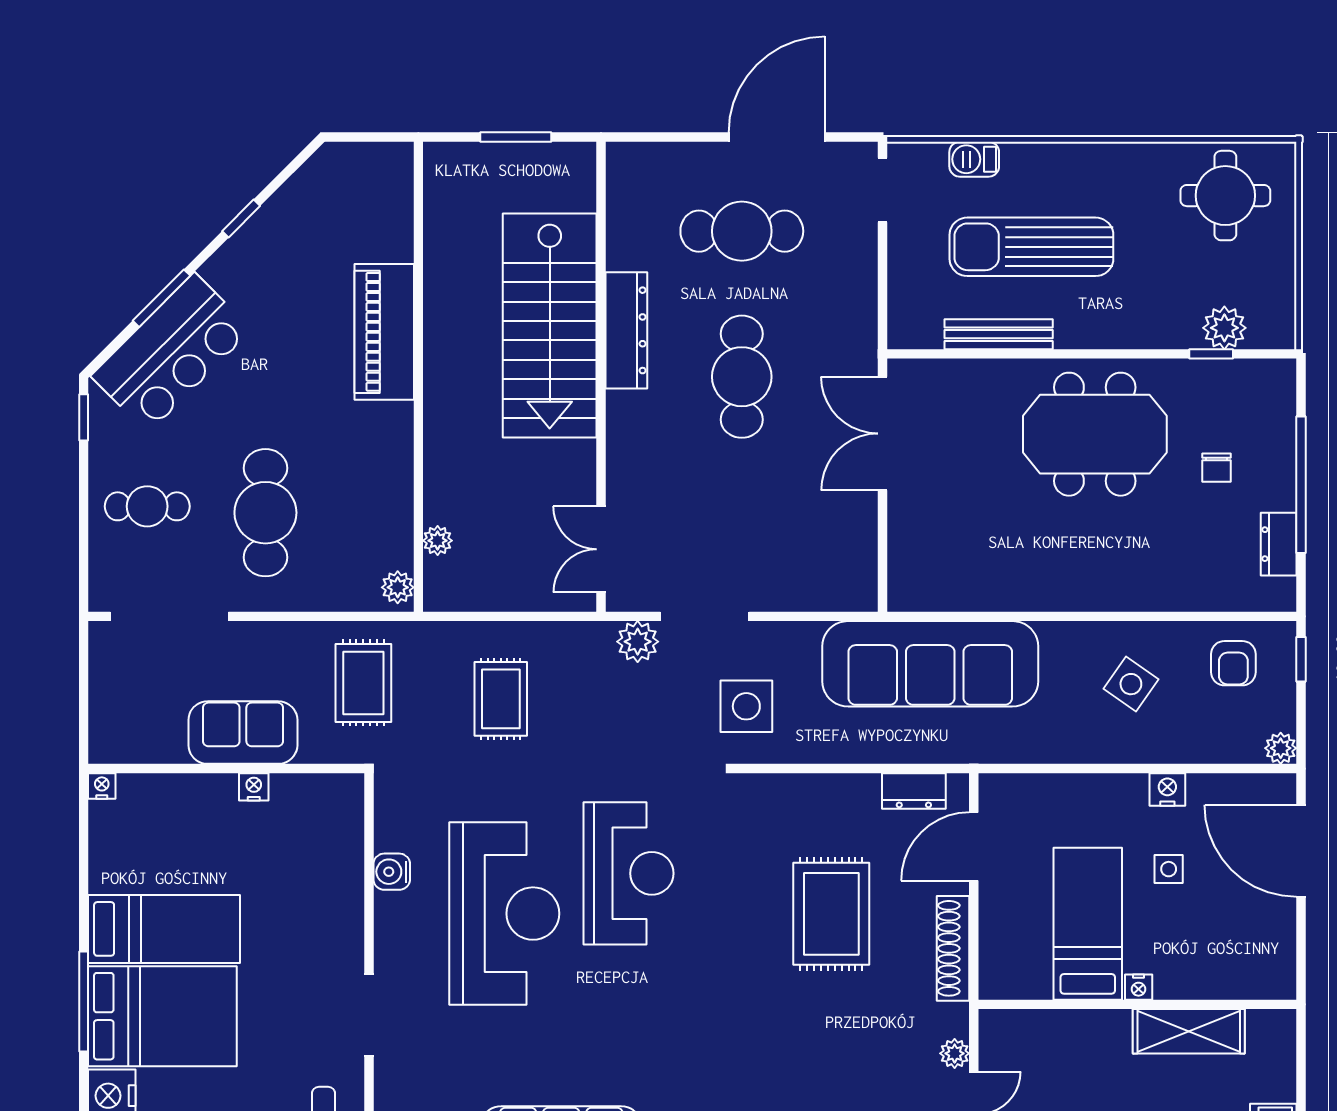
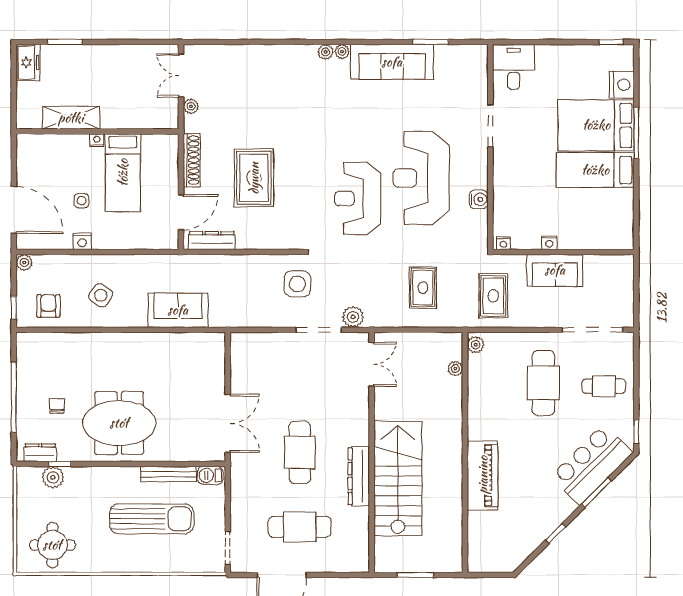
barbecue: (974, 159) -> (210, 475), moved, turned 180
dresser: (1279, 544) -> (40, 453), moved, turned -90
sofa: (930, 664) -> (178, 310), width x0.54, depth x0.79
nightstand: (102, 786) -> (503, 243), moved
dresser: (914, 791) -> (212, 241), width x1.44

